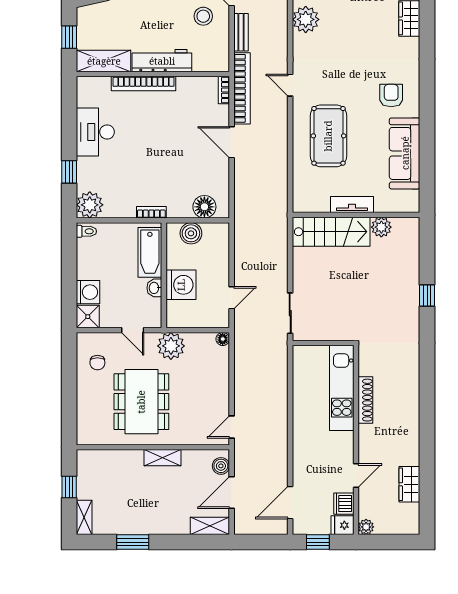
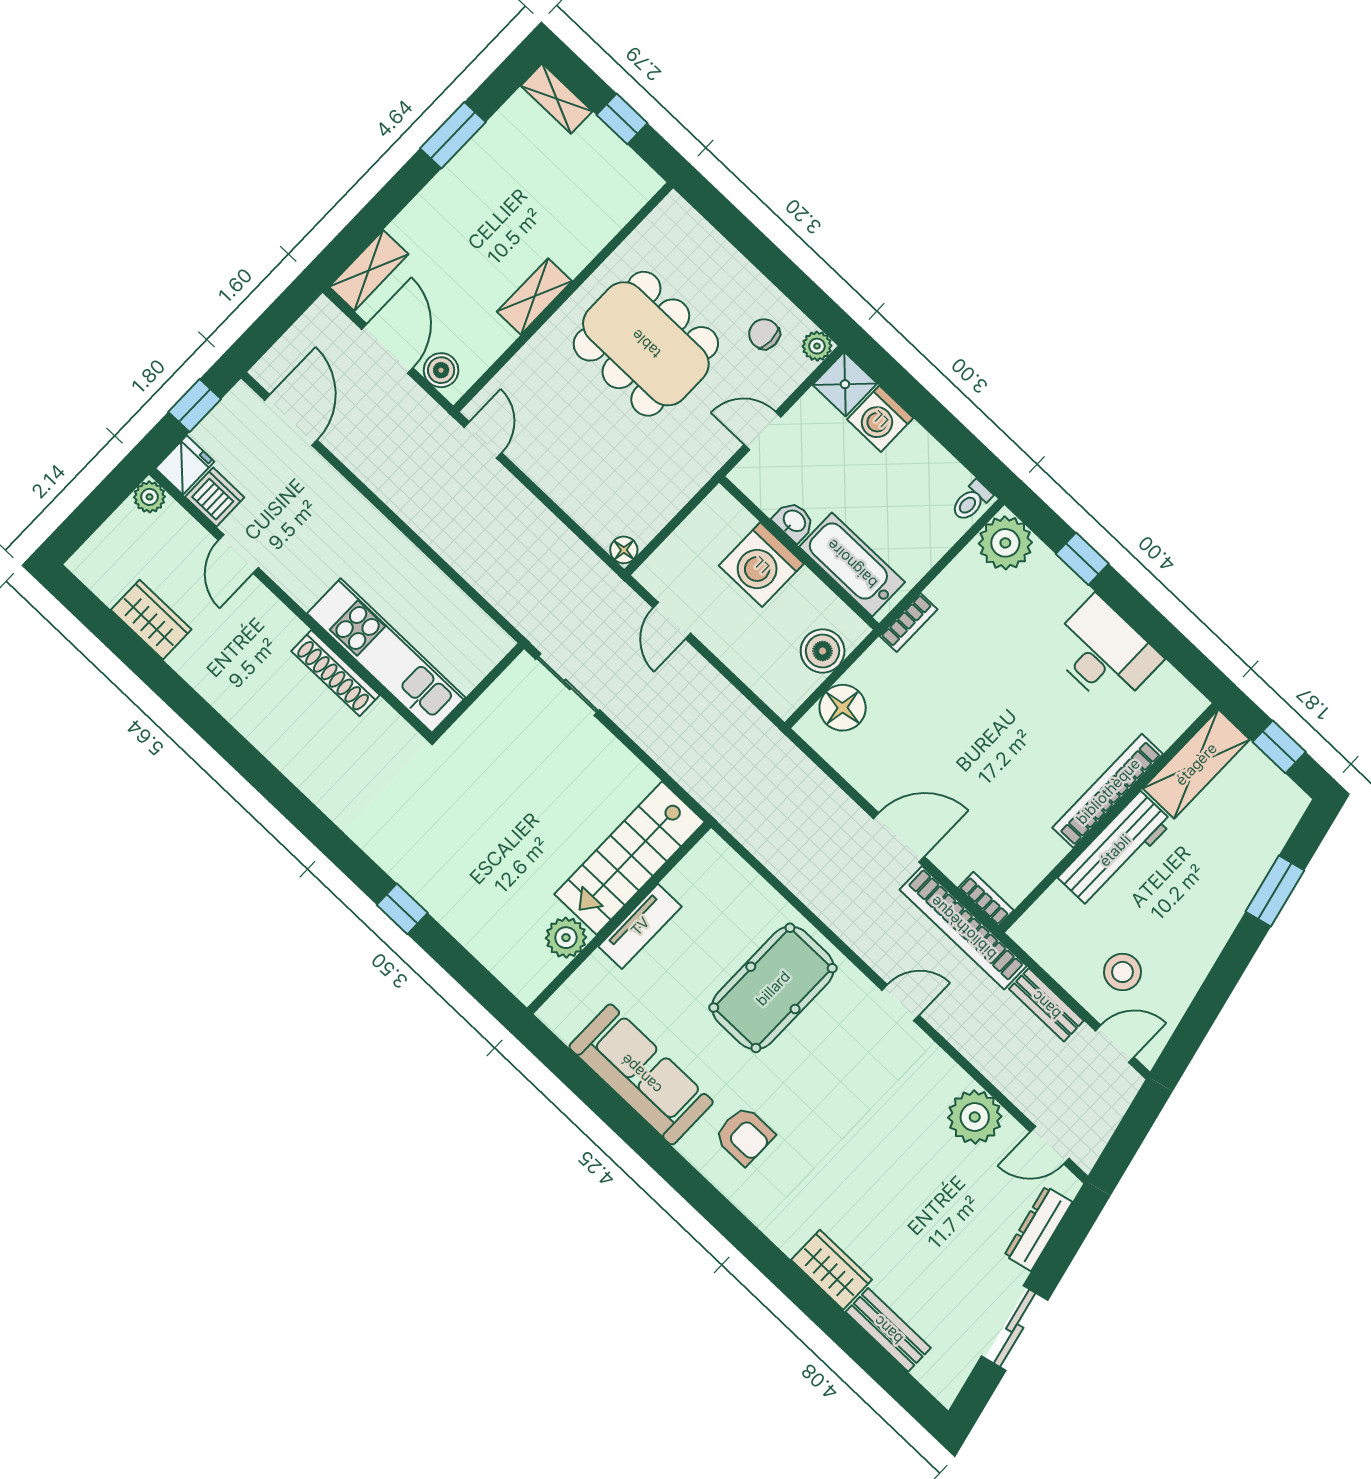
pool table: (328, 136) -> (773, 988), turned 90
plant: (171, 346) -> (817, 346), moved, width x0.53, depth x0.53

